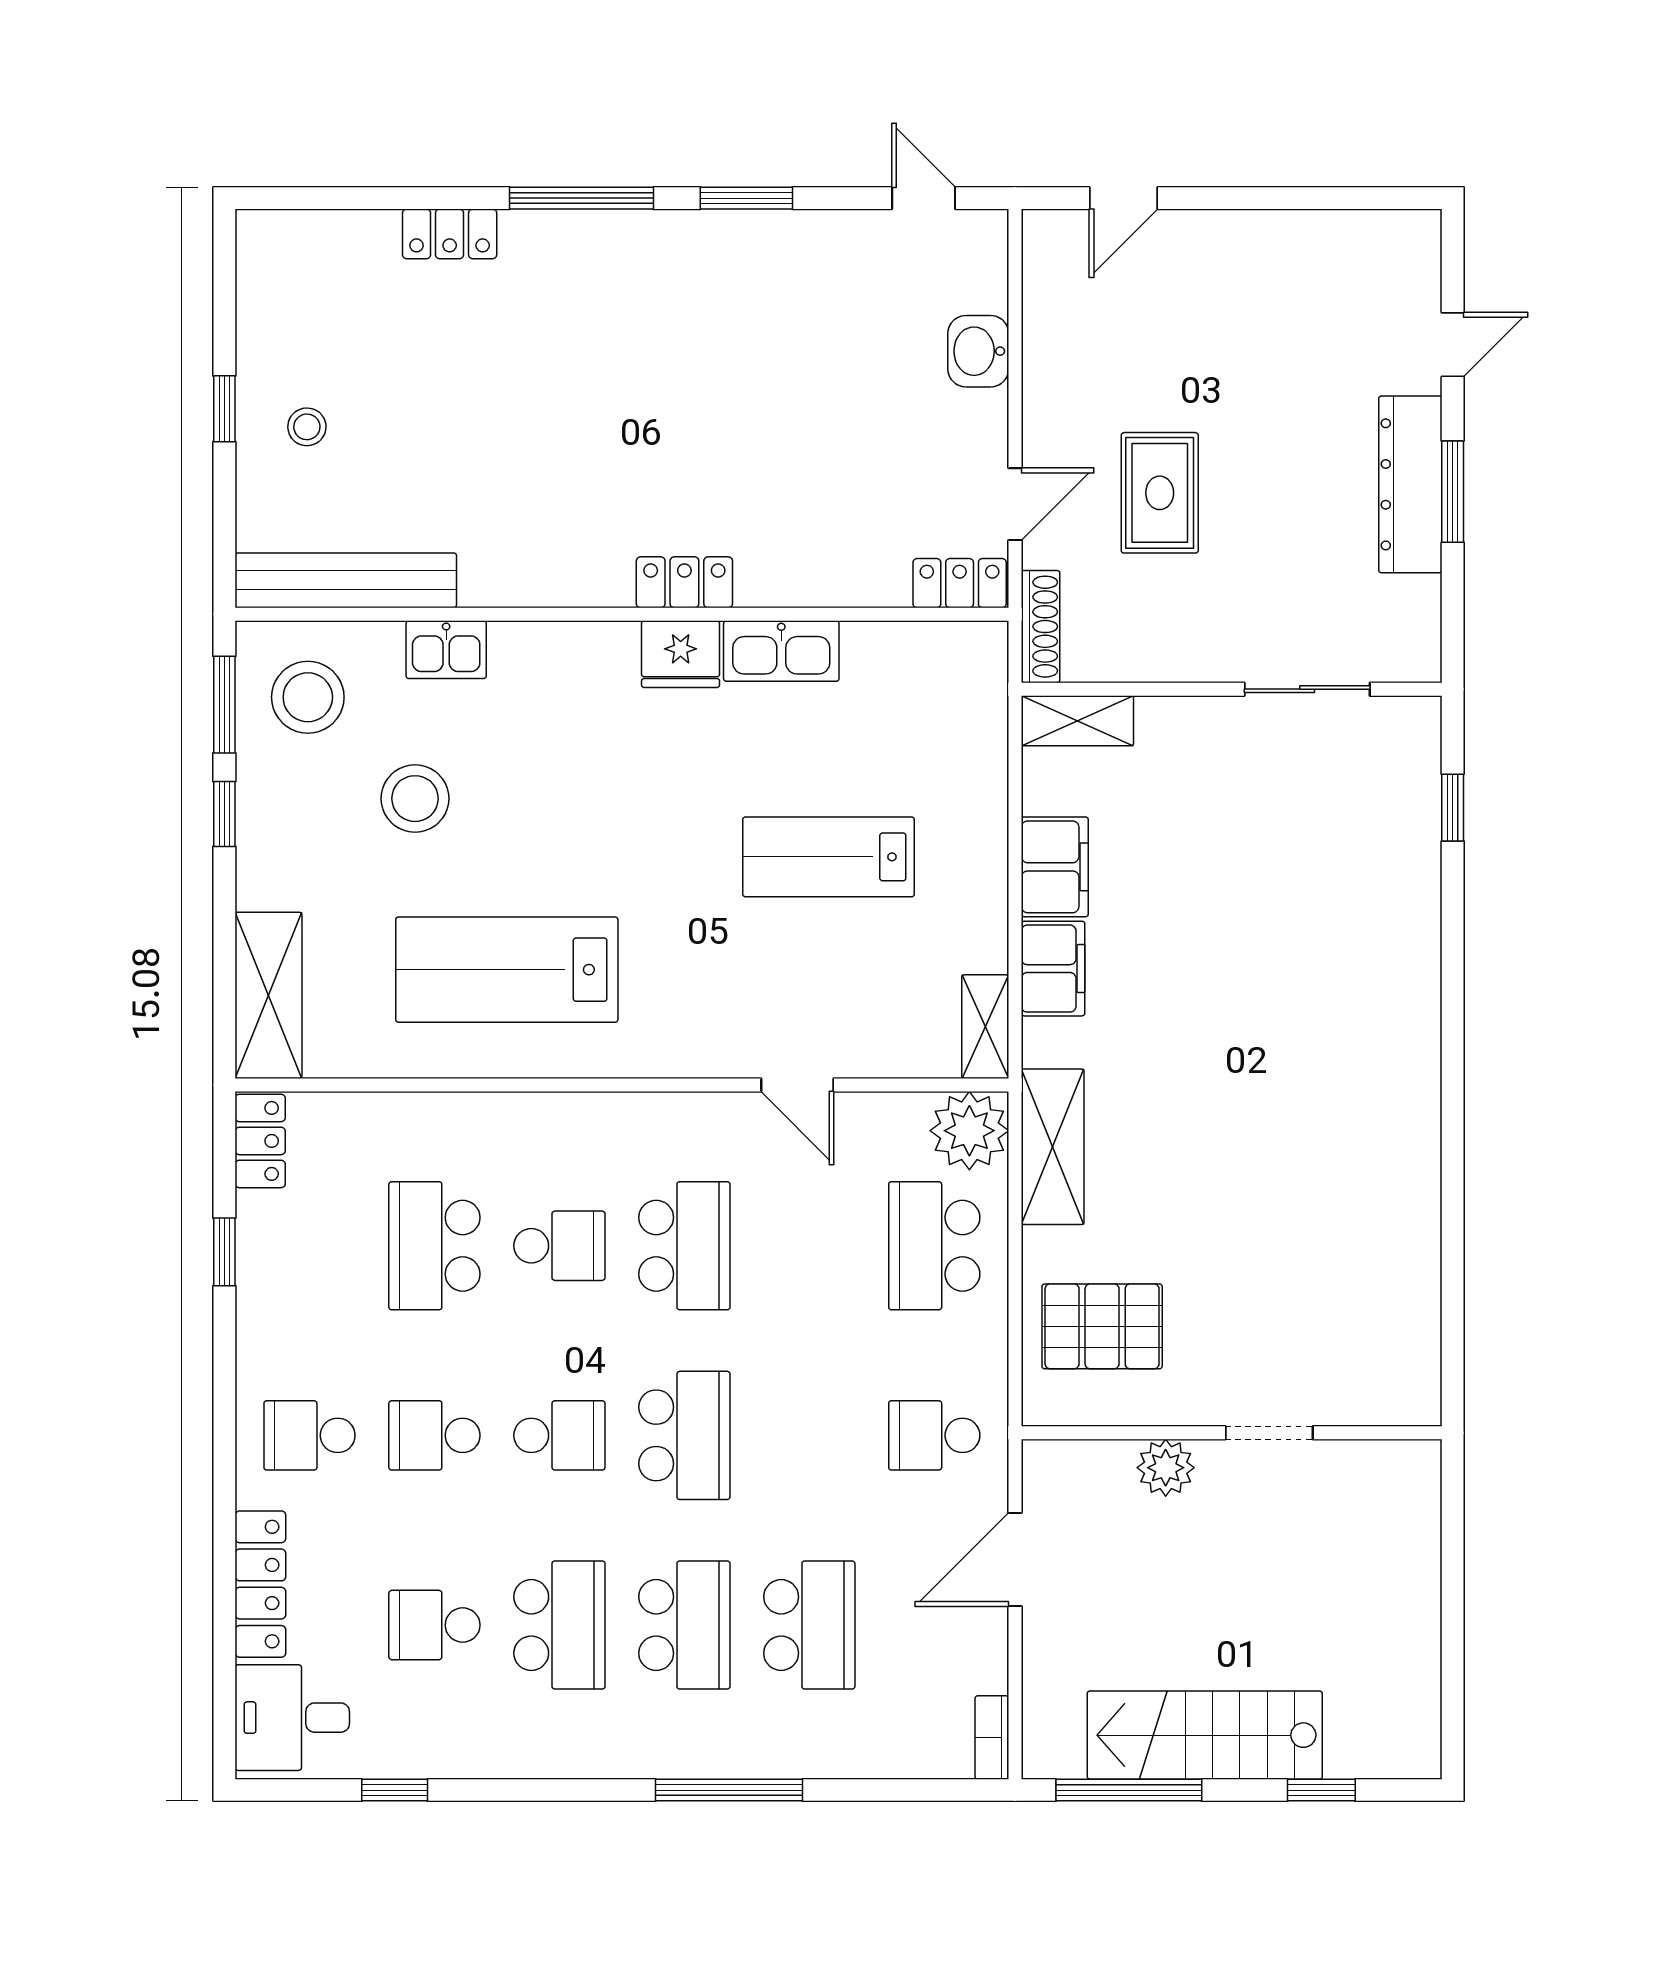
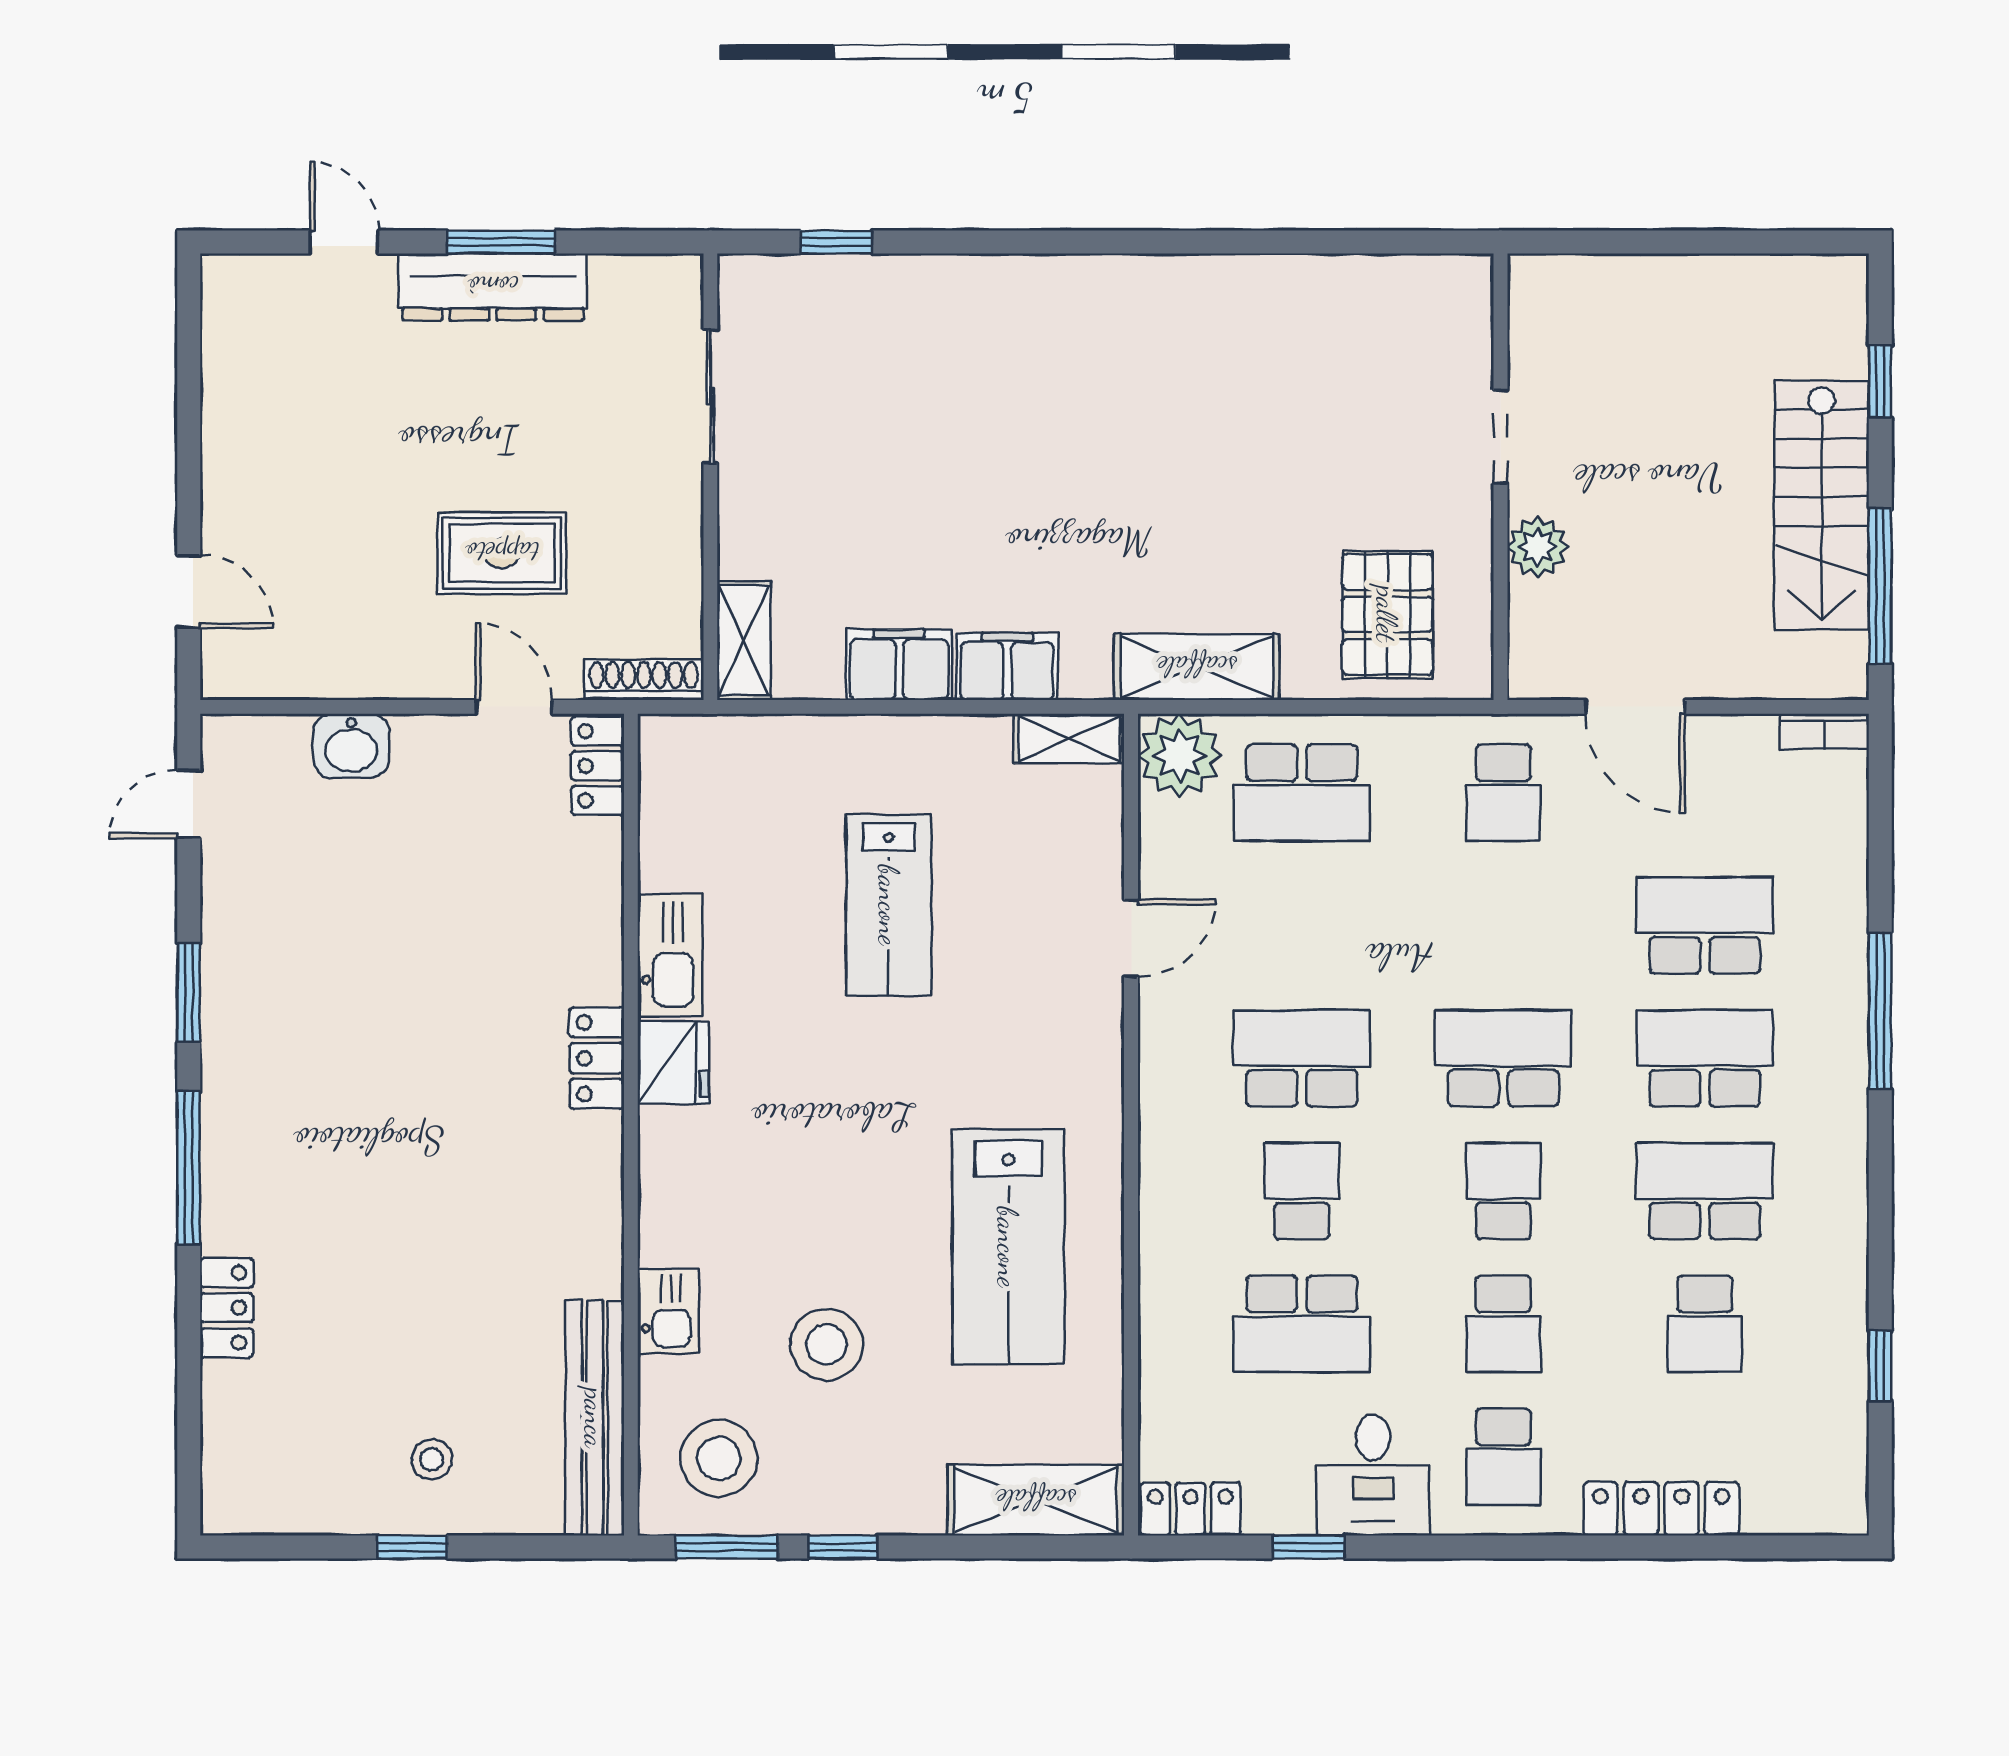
desk: (292, 1718) -> (1373, 1475), moved

